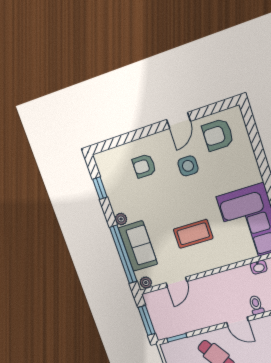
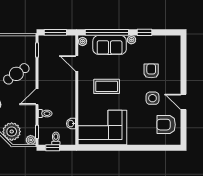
armchair: (218, 135) -> (166, 125), turned -90
armchair: (144, 166) -> (151, 71), moved
window: (100, 188) -> (145, 32), moved
coffee table: (193, 234) -> (107, 86), turned 90

